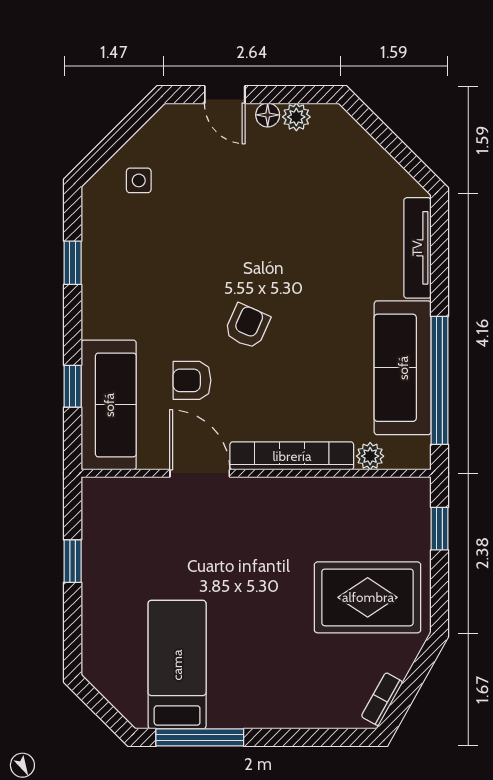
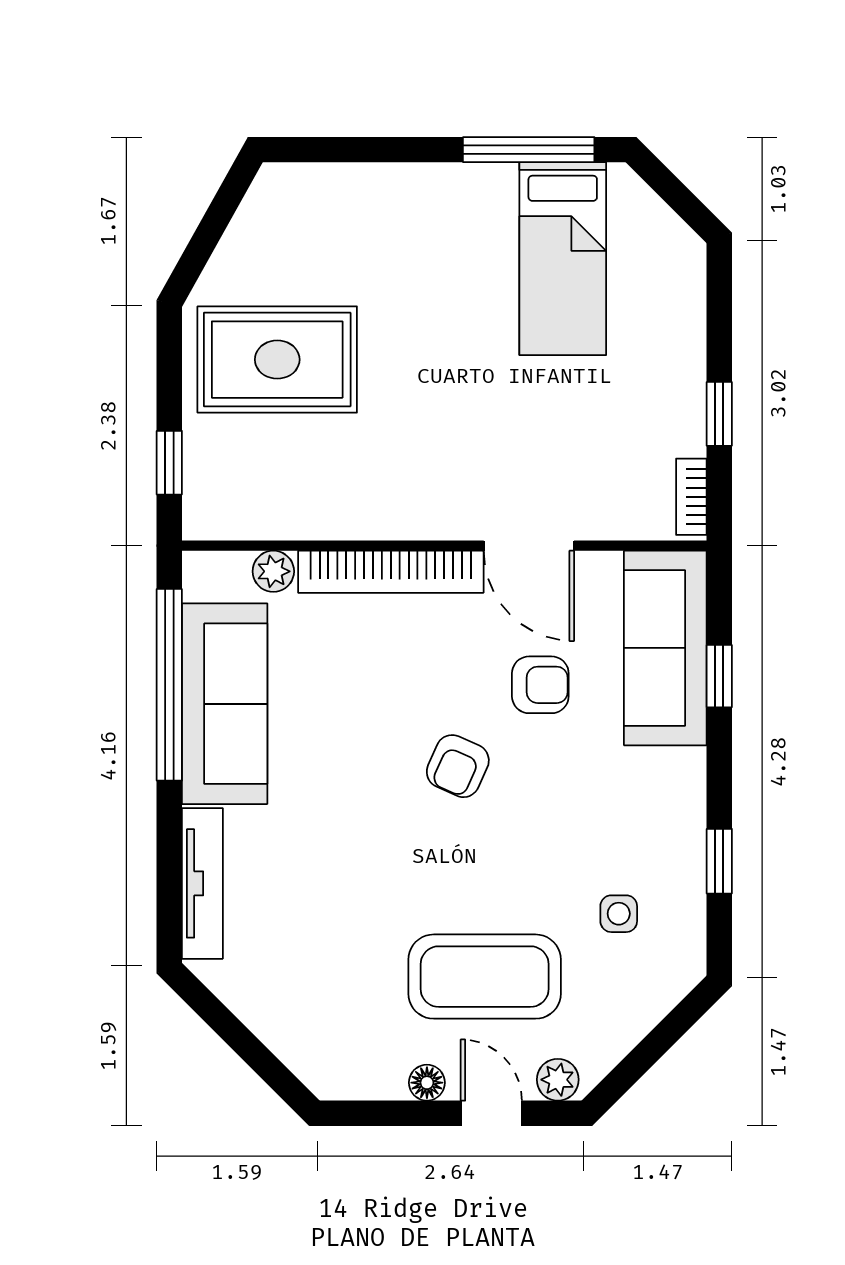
plant: (296, 117) -> (558, 1080), moved
side table: (139, 180) -> (619, 914), moved
coffee table: (229, 186) -> (485, 977), added
bookcase: (382, 699) -> (691, 497), moved, turned 151

